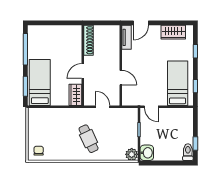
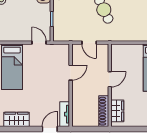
door: (121, 78) -> (71, 73), swing flipped
wardrobe: (75, 95) -> (117, 111), moved

